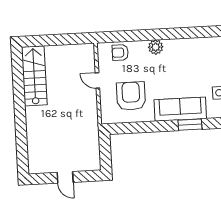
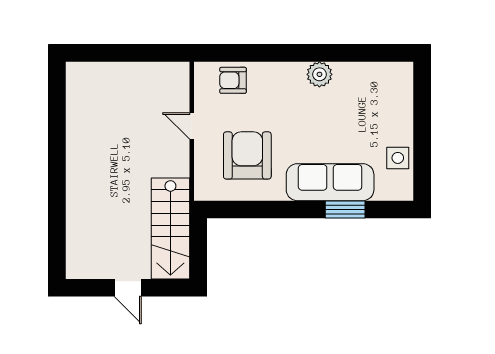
plant: (156, 47) -> (319, 74), moved
stairs: (34, 76) -> (170, 228), moved, turned 180

